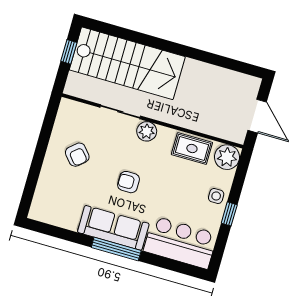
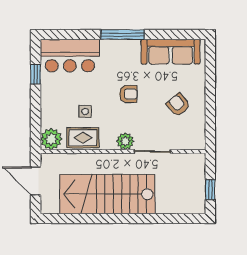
stairs: (127, 63) -> (107, 194), moved
side table: (216, 196) -> (85, 111), moved
window: (229, 214) -> (36, 74), moved
sofa: (113, 228) -> (171, 52), moved

